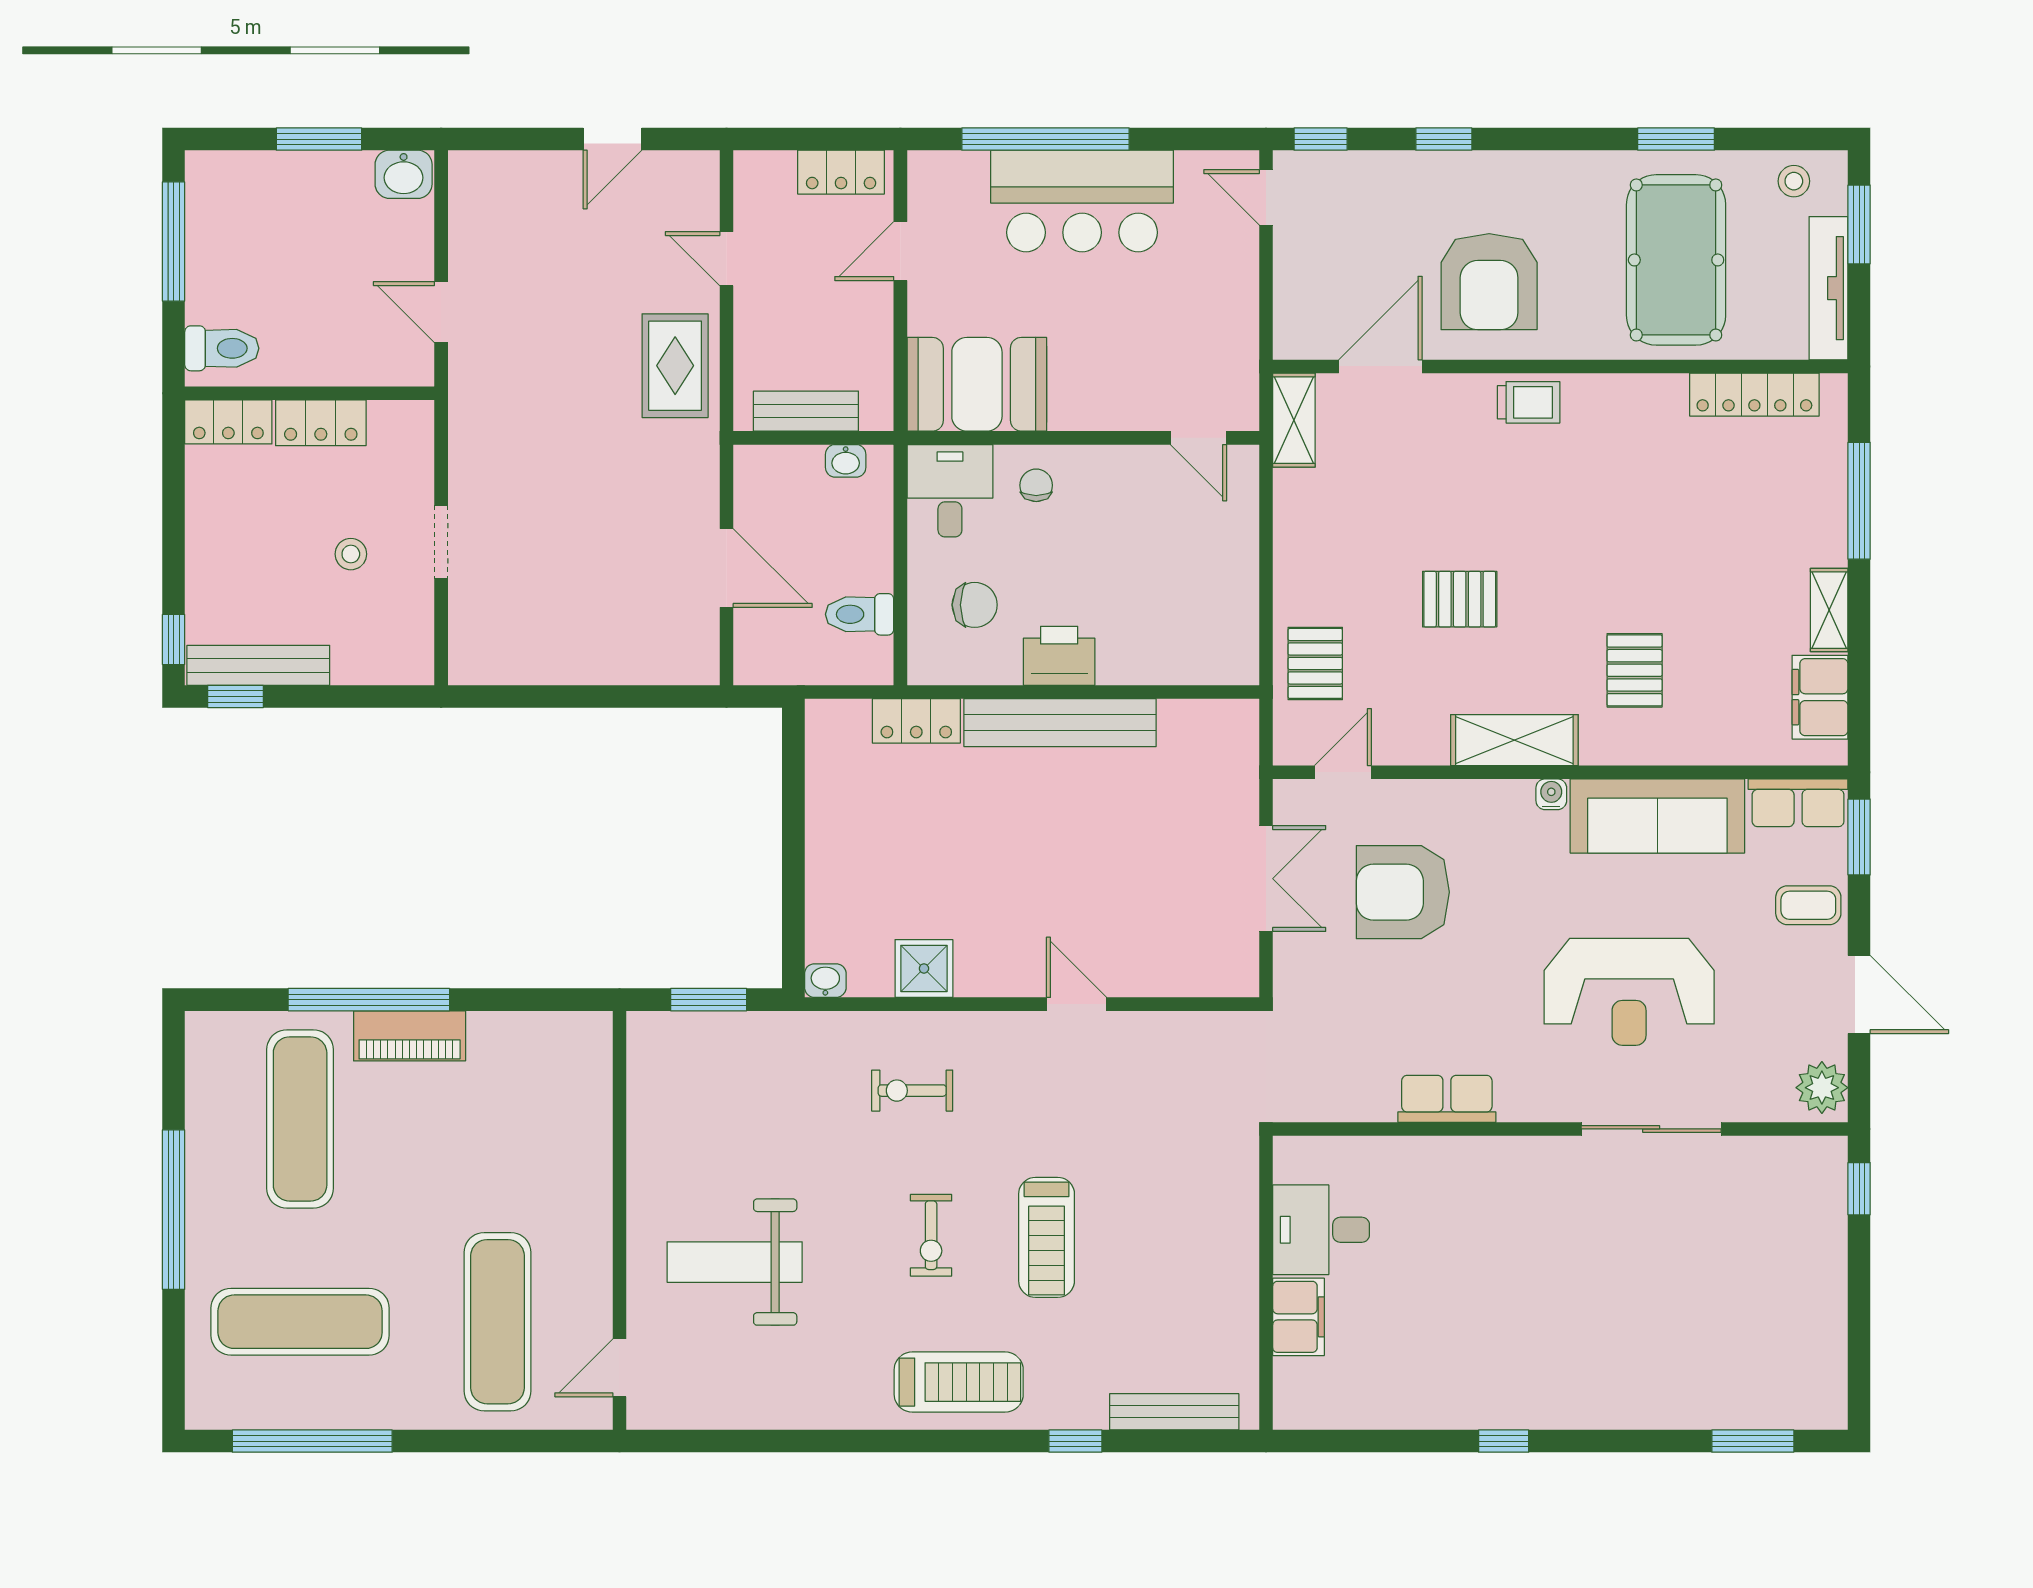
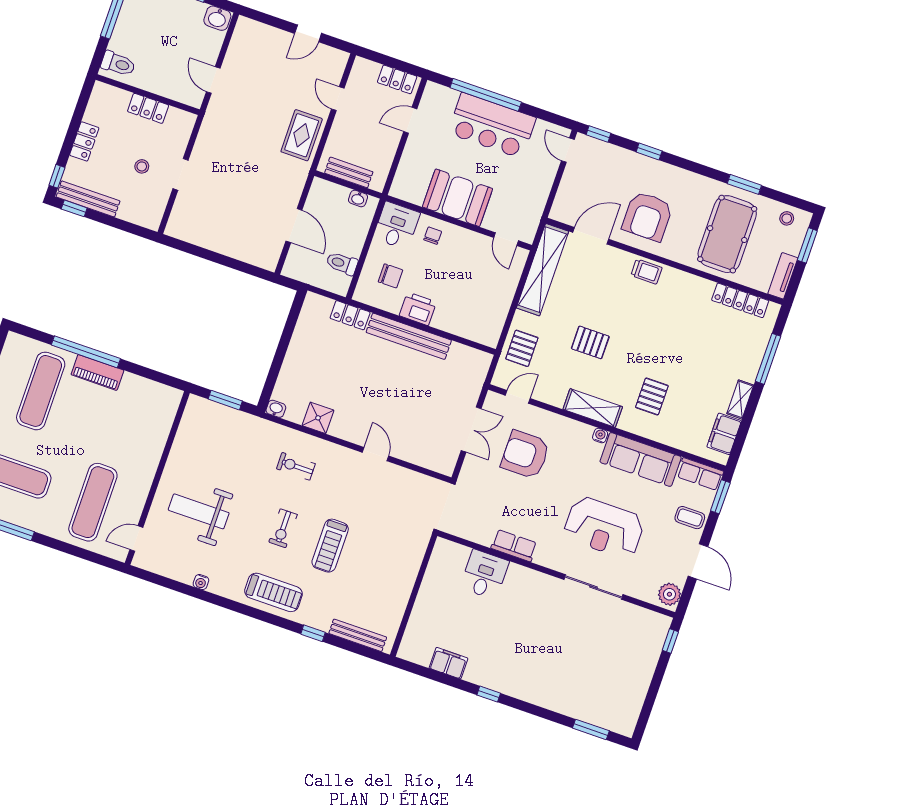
tv unit: (1829, 288) -> (783, 276), width x0.71
booth: (977, 384) -> (458, 198), moved
shelving: (1294, 420) -> (543, 270), width x2.20, depth x1.33
locker: (228, 422) -> (84, 141), moved, turned -90
desk: (1321, 1230) -> (485, 575), moved, turned 90
filing cabinet: (1298, 1317) -> (448, 663), moved, turned -90
water cooler: (793, 1414) -> (201, 582), added

